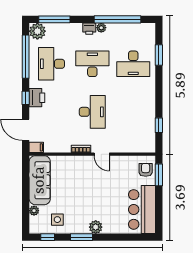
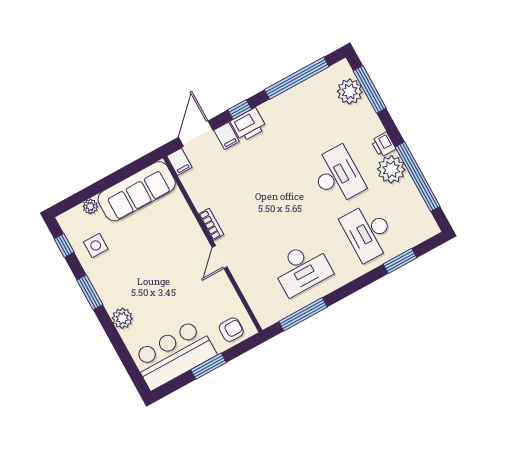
plant: (101, 28) -> (391, 169), width x1.87, depth x1.87
plant: (37, 31) -> (350, 92), moved
desk: (51, 64) -> (306, 119), removed
desk: (92, 112) -> (302, 268), moved
filing cabinet: (36, 113) -> (227, 136), added
window: (159, 125) -> (303, 314), width x2.17
window: (159, 175) -> (209, 366), moved
plant: (96, 227) -> (122, 318), moved

